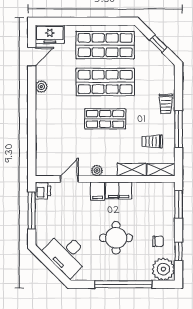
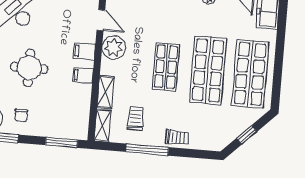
trolley: (166, 104) -> (177, 137), turned 180
plant: (97, 171) -> (114, 48), width x1.88, depth x1.88
filing cabinet: (119, 190) -> (83, 75), width x0.50

